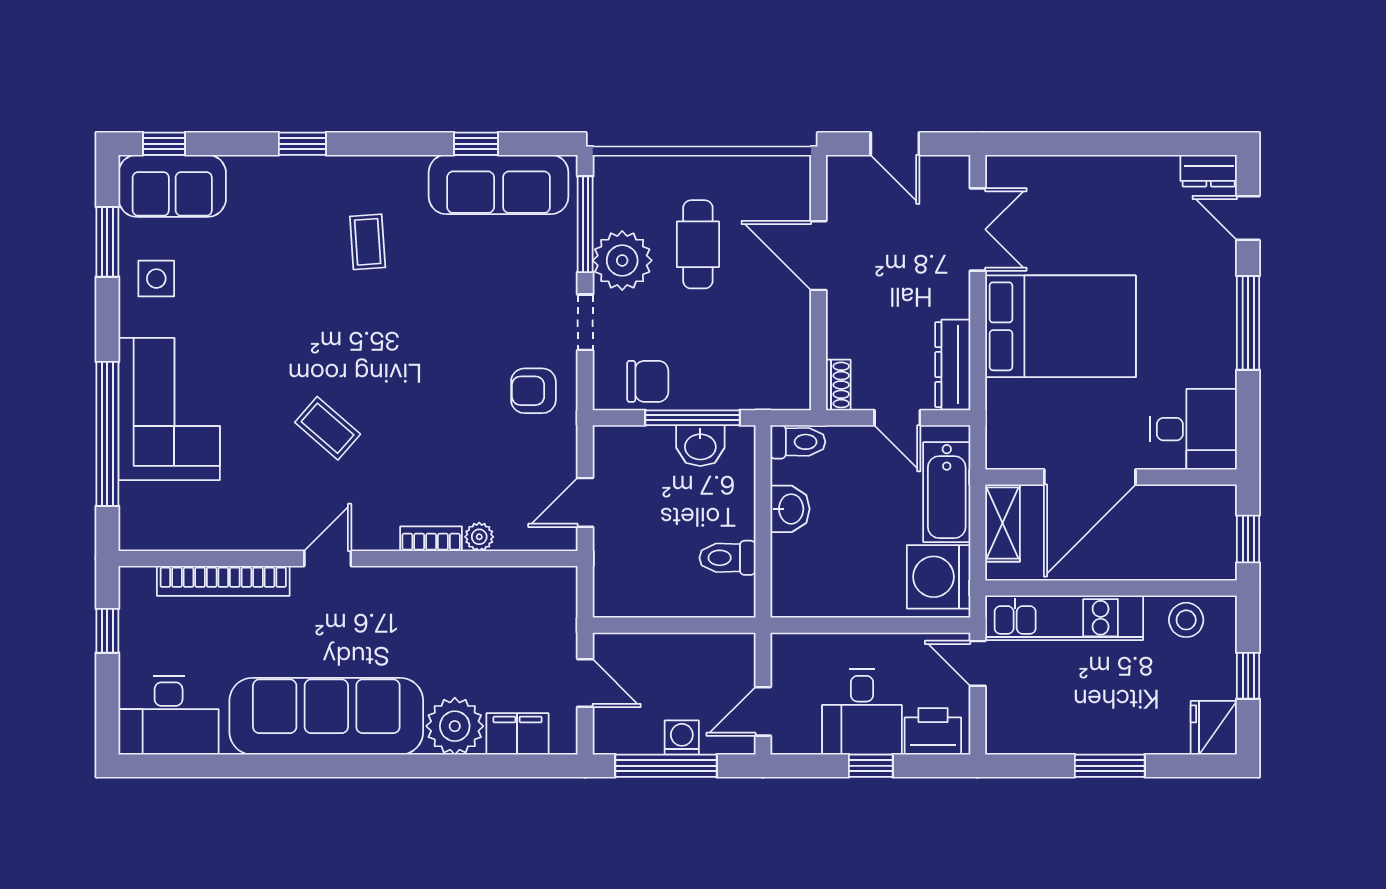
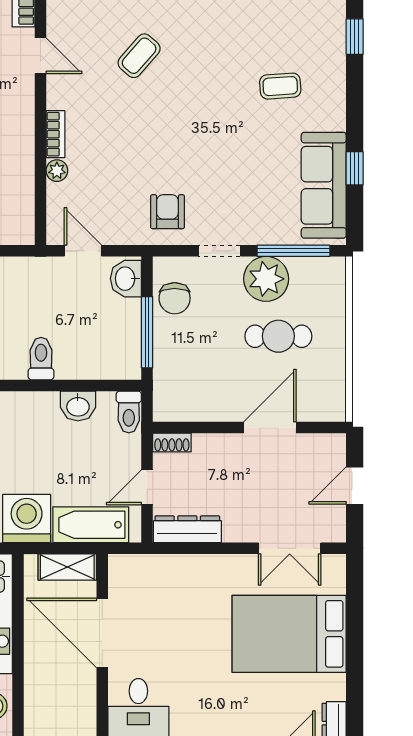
bed: (1060, 326) -> (289, 634), moved, turned 90
washbasin: (700, 446) -> (126, 279), moved

